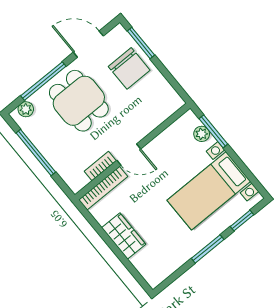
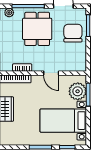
chair: (129, 68) -> (73, 33), turned 180
plant: (202, 134) -> (78, 91), width x1.87, depth x1.87
door: (129, 155) -> (51, 73), moved

